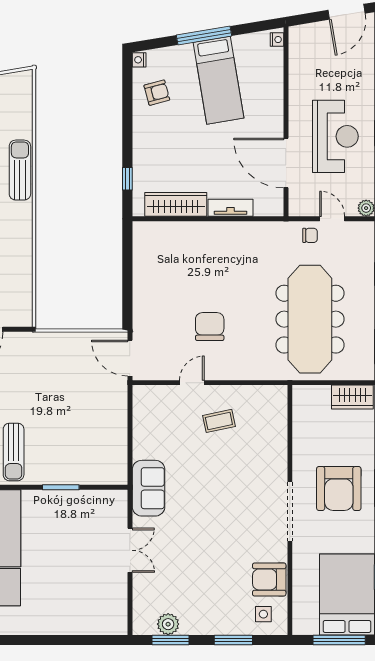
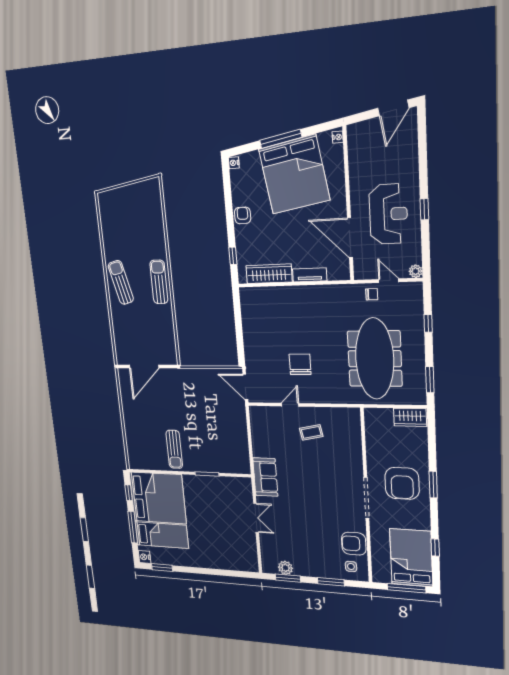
bed: (218, 80) -> (294, 174), width x2.04
armchair: (157, 93) -> (243, 215), moved, turned -75
sun lounger: (20, 170) -> (159, 282), moved

